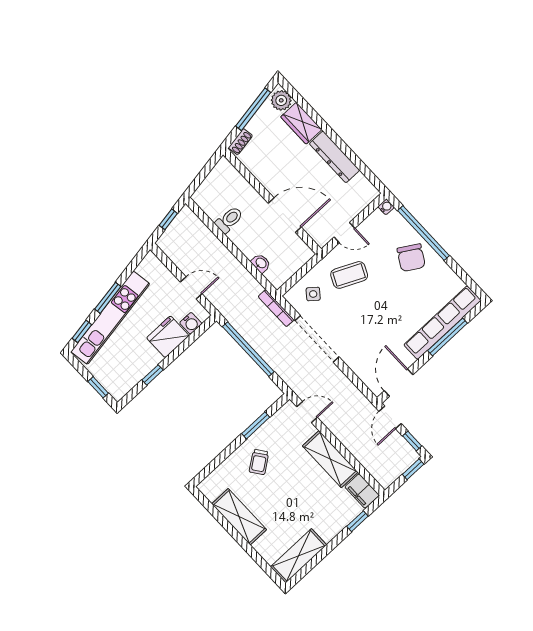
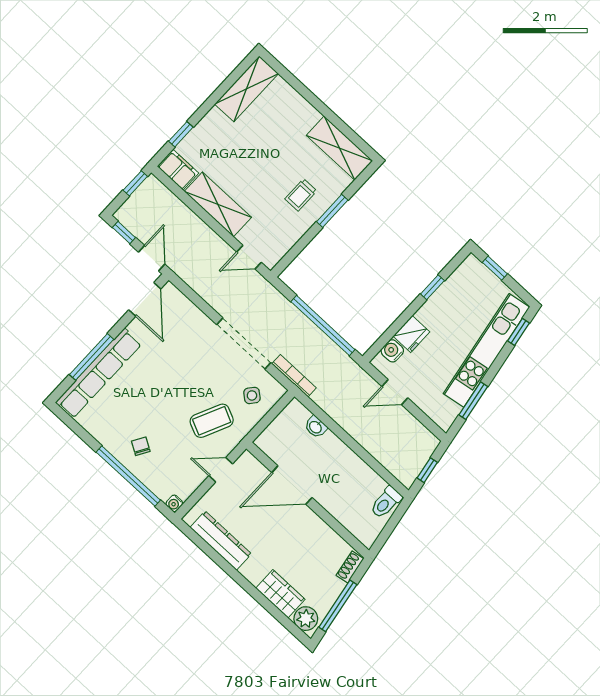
dresser: (335, 157) -> (221, 541), moved
toilet: (229, 220) -> (386, 502), moved
chair: (411, 258) -> (141, 446), width x0.54, depth x0.54
window: (108, 298) -> (473, 401), moved
fridge: (168, 337) -> (411, 334), width x0.73, depth x0.75
window: (256, 425) -> (332, 211), moved
trolley: (259, 462) -> (301, 195), turned -144
window: (413, 469) -> (135, 183), moved
shelving: (239, 517) -> (340, 148), moved

